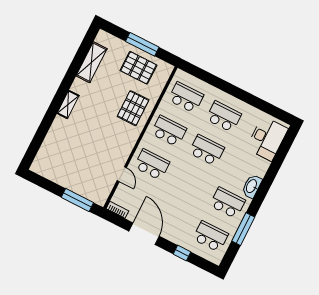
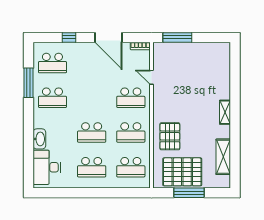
pallet: (139, 68) -> (182, 172), width x1.37, depth x1.41
washbasin: (252, 186) -> (39, 139), moved

